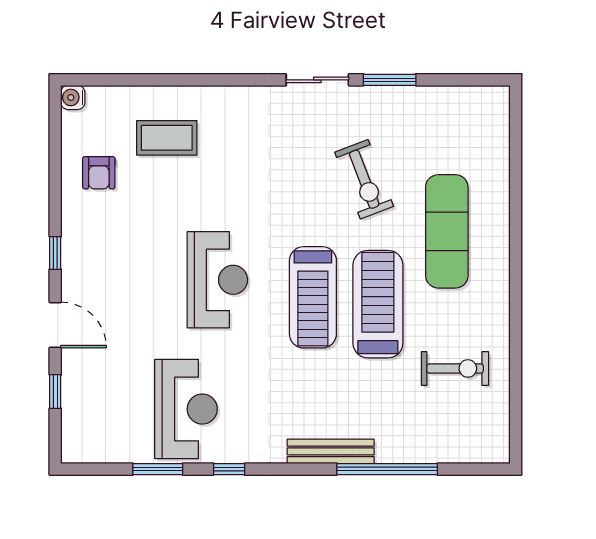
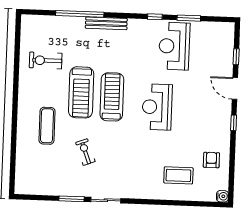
exercise bike: (364, 179) -> (85, 152), width x0.73, depth x0.72
exercise mat: (447, 231) -> (47, 126), width x0.73, depth x0.69

